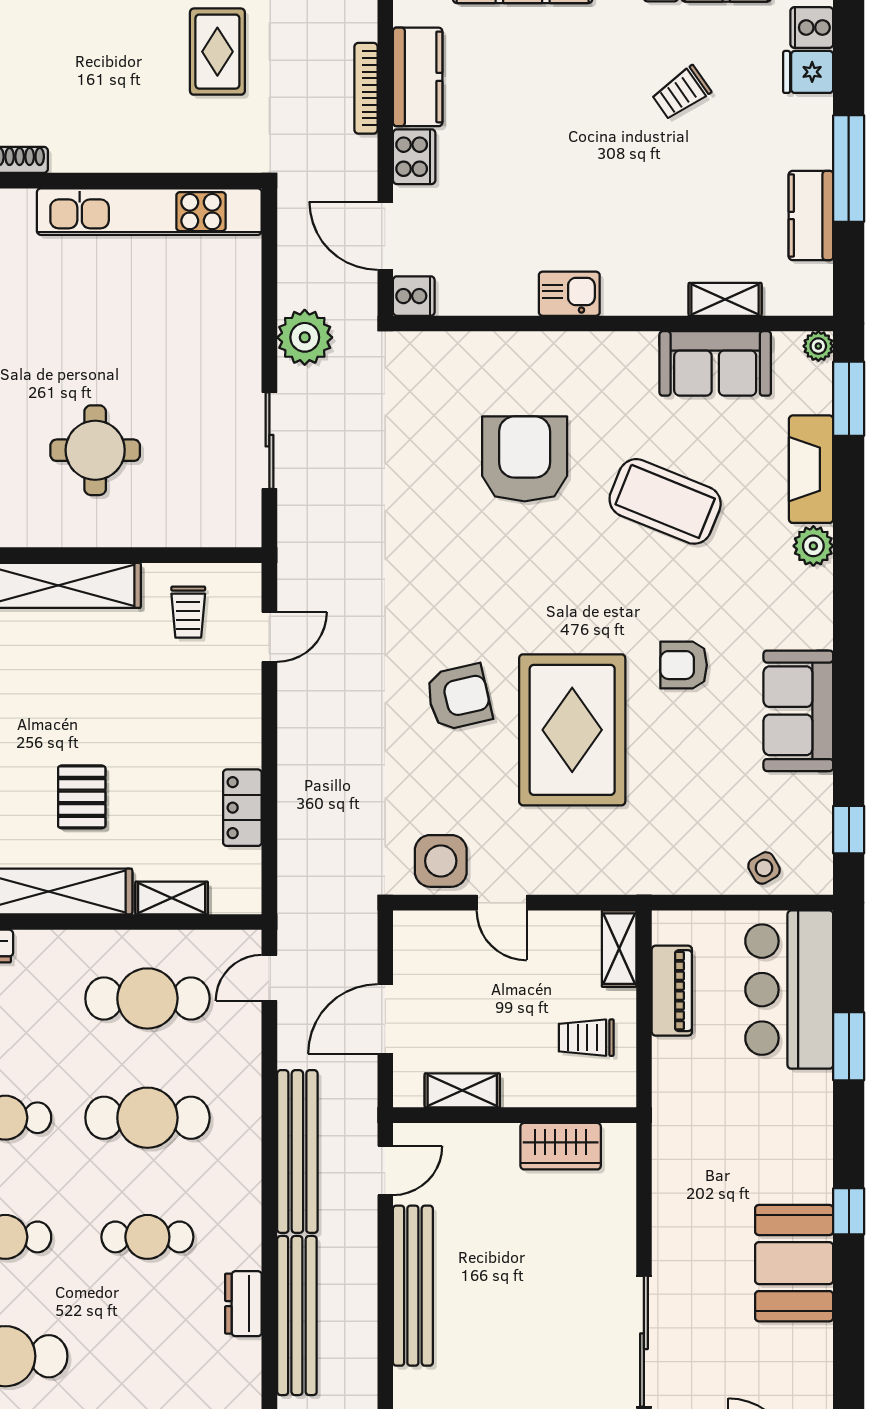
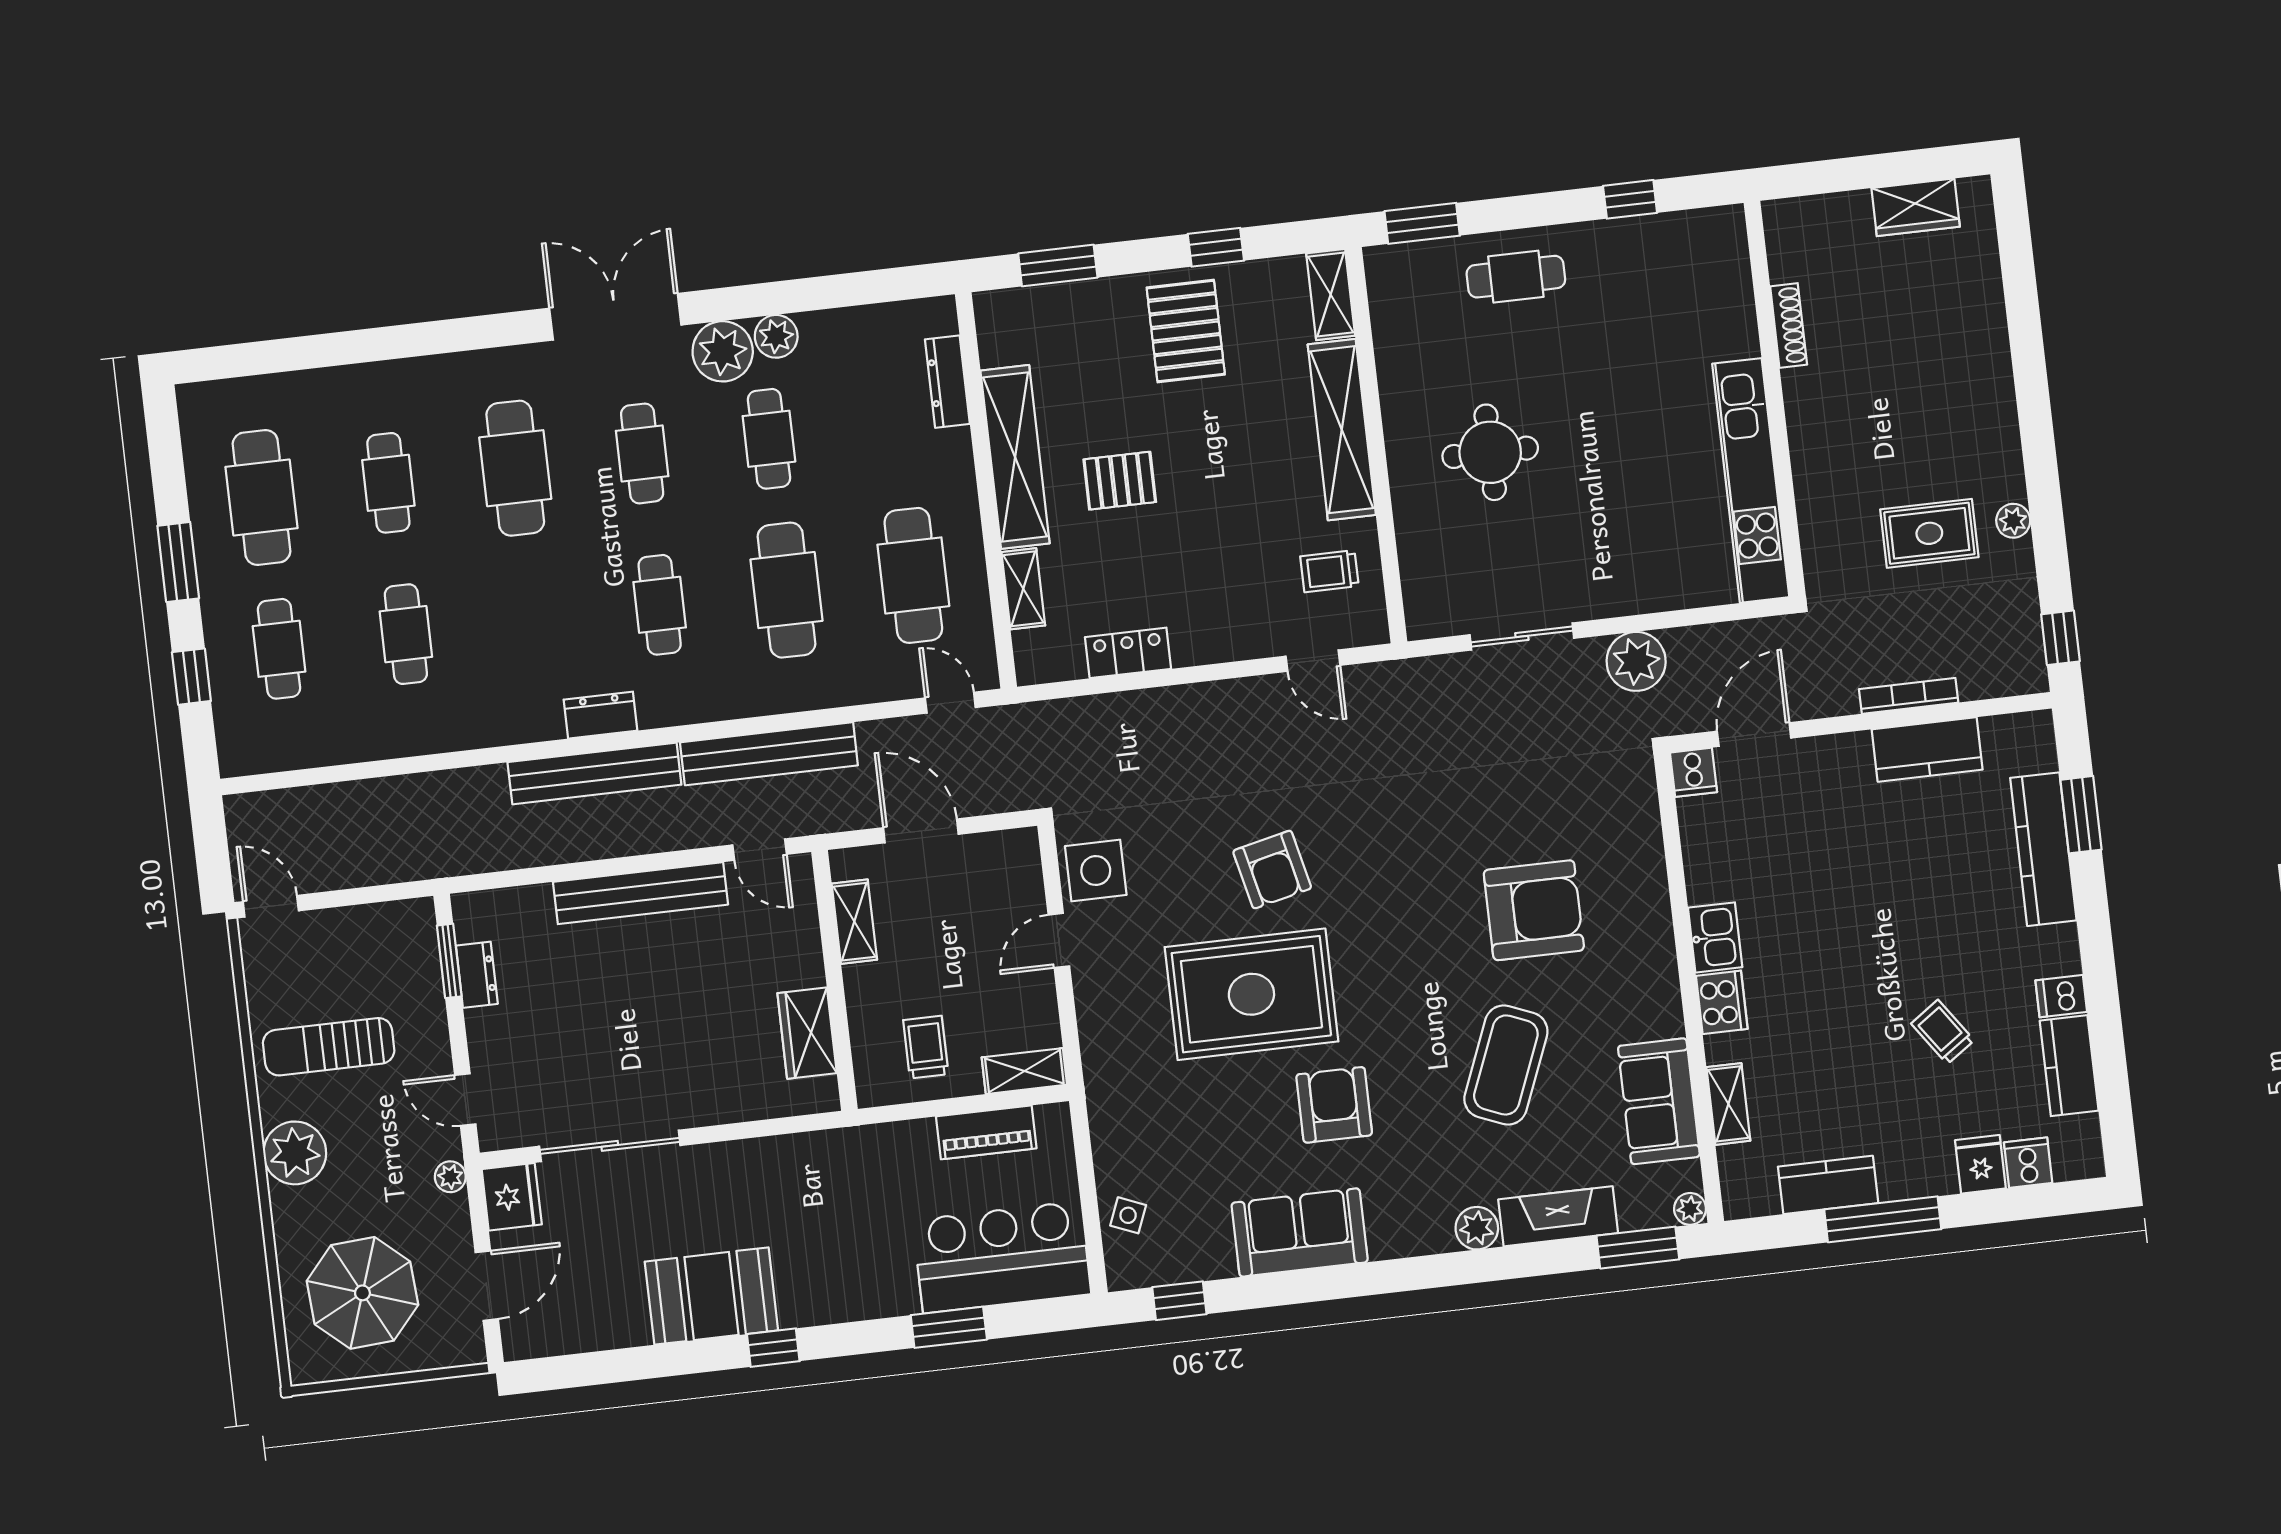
cooker: (414, 157) -> (1722, 1002), moved, turned -90
armchair: (684, 665) -> (1334, 1105), width x1.38, depth x1.38
side table: (764, 868) -> (1128, 1215), turned -38

